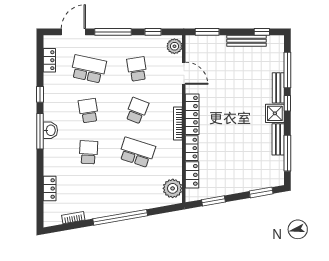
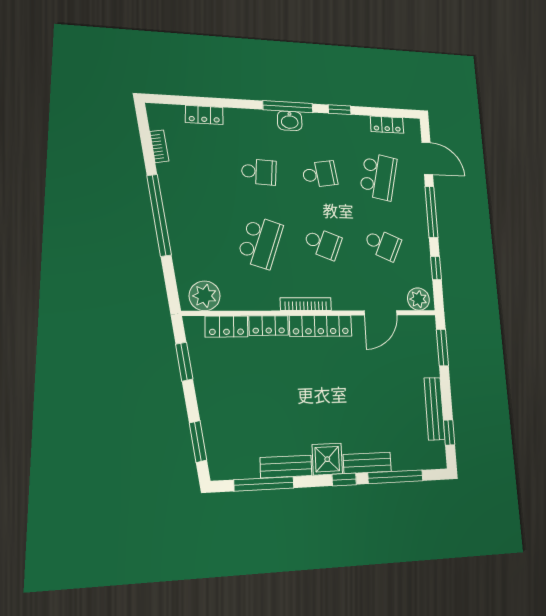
school desk: (137, 69) -> (383, 244), turned 33

